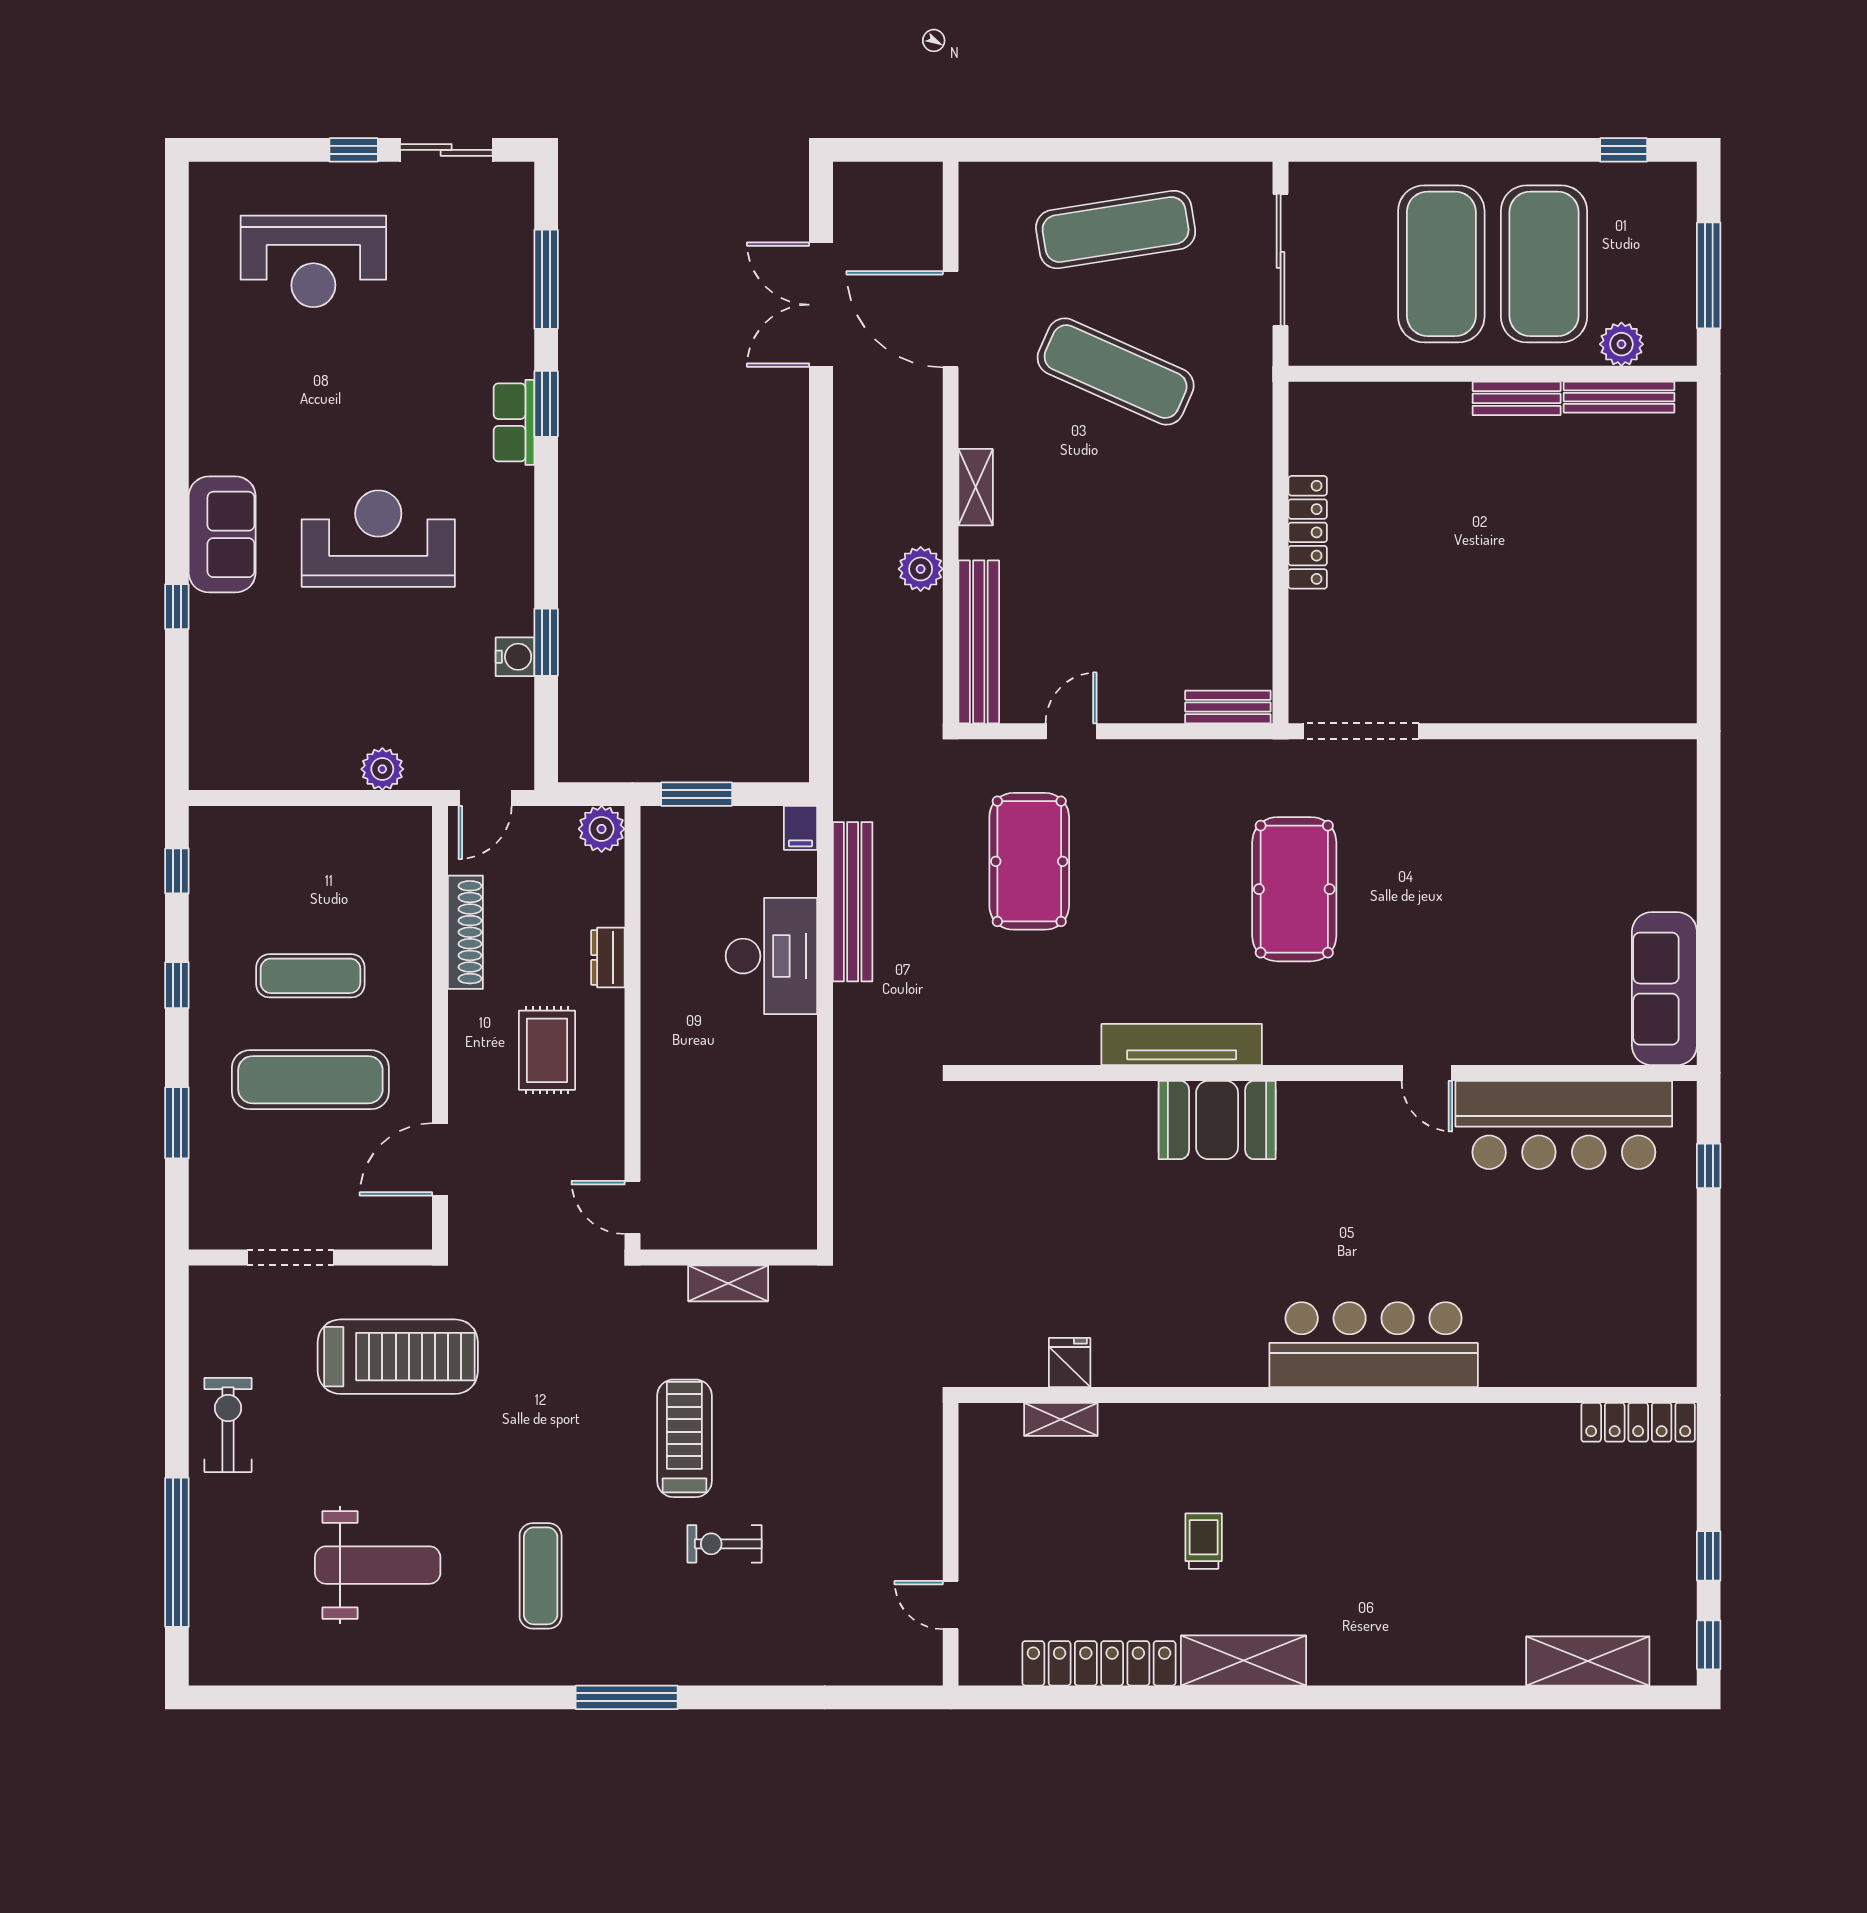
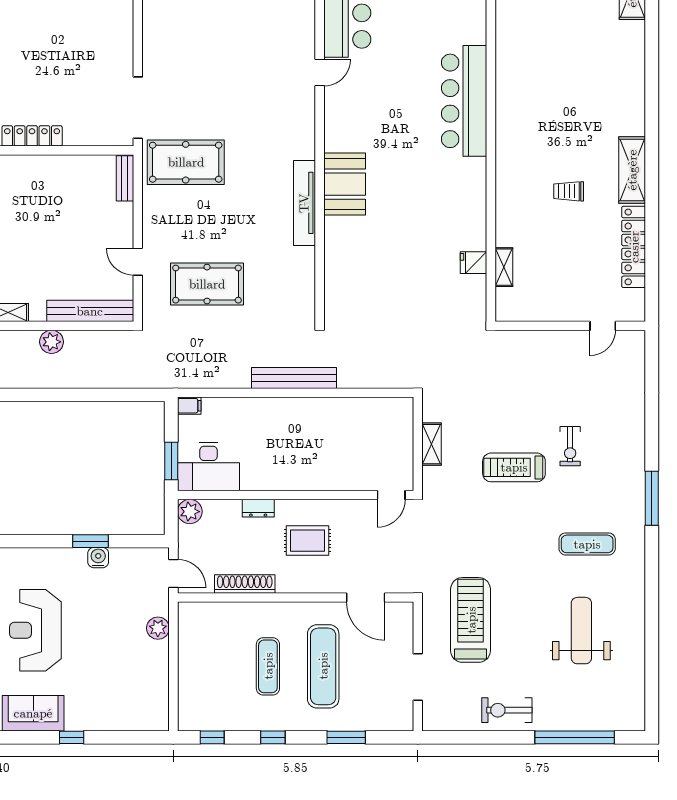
pool table: (1294, 889) -> (186, 162), moved
bench: (853, 902) -> (294, 378), moved
desk: (771, 956) -> (208, 467), moved, turned 180

